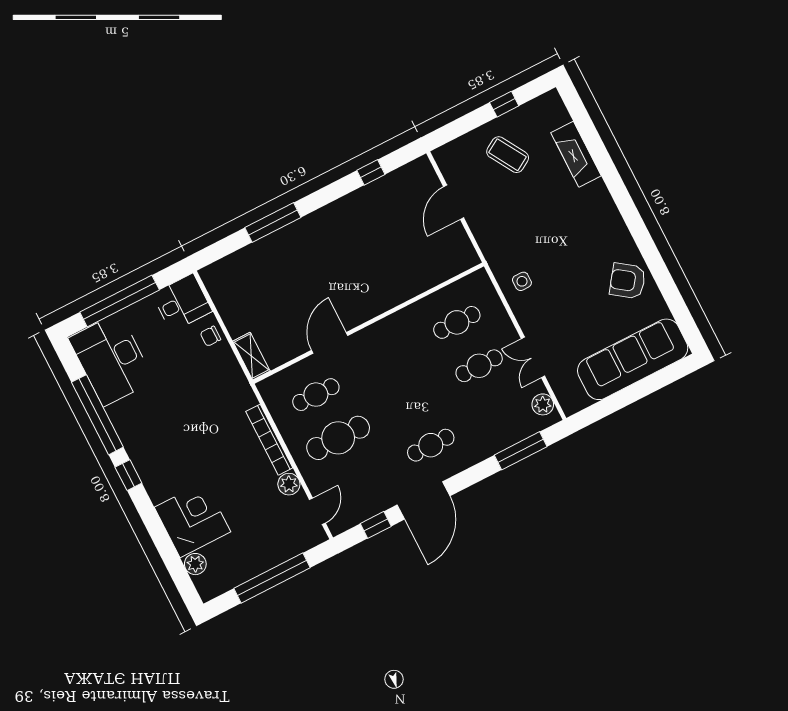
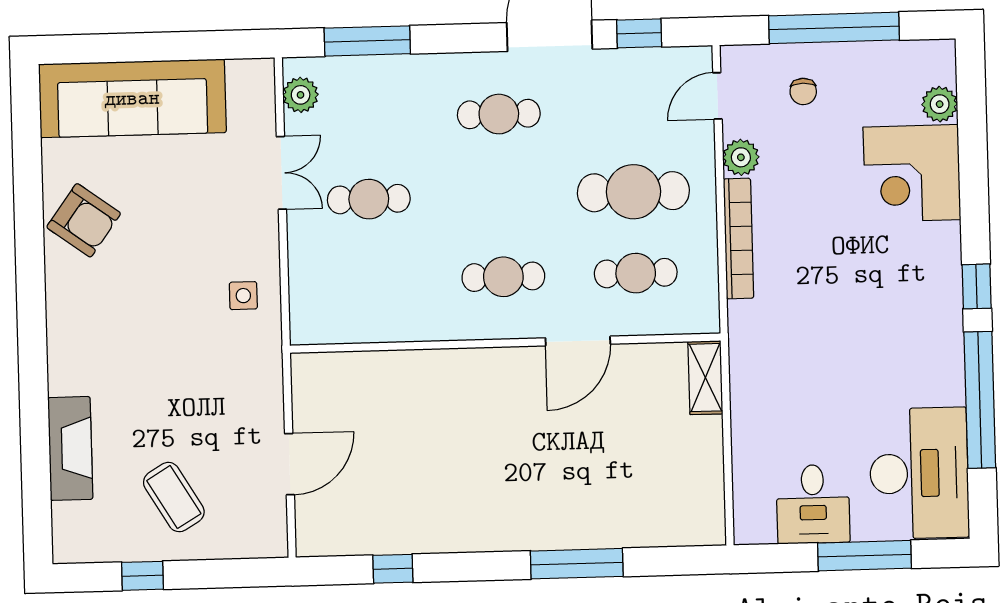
window: (120, 301) -> (865, 556), width x0.68
desk: (182, 303) -> (813, 504), moved, turned -90
cafe table: (457, 322) -> (503, 277), moved
chair: (210, 336) -> (803, 91), moved, turned 90

